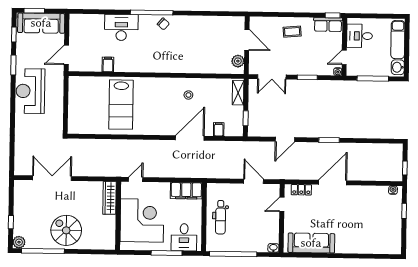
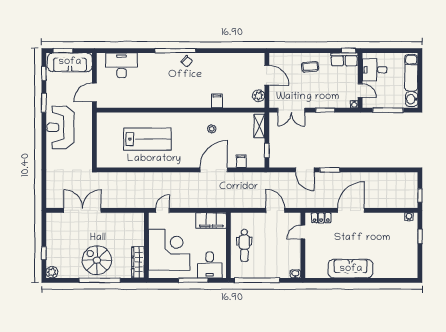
desk: (121, 27) -> (122, 65), moved
door: (344, 57) -> (360, 90), swing flipped
filing cabinet: (108, 64) -> (217, 101), moved
lab bench: (121, 105) -> (147, 139), turned -90
door: (285, 139) -> (305, 170), hinge flipped
window: (329, 140) -> (330, 170), moved
wardrobe: (110, 198) -> (138, 262), moved
sofa: (311, 243) -> (351, 269), moved
window: (43, 251) -> (100, 280), moved

